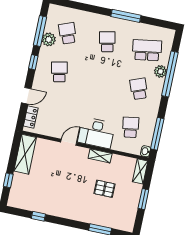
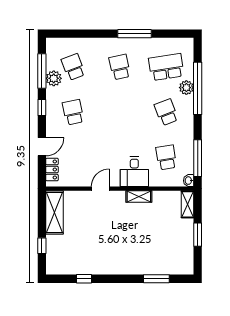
desk: (96, 133) -> (134, 172), width x0.73
pallet: (104, 189) -> (152, 232), removed

